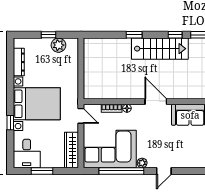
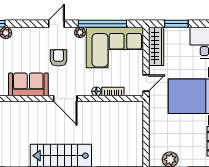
door: (81, 116) -> (146, 83), swing flipped
armchair: (162, 139) -> (58, 58), added
window: (42, 171) -> (176, 24), moved

